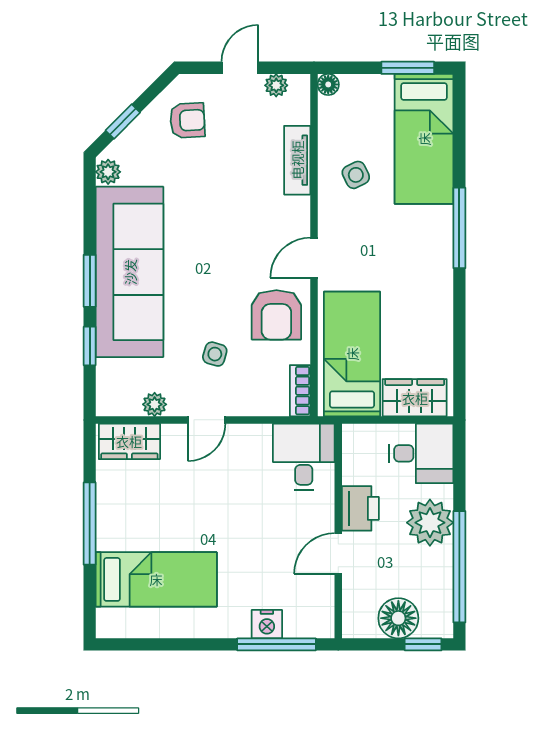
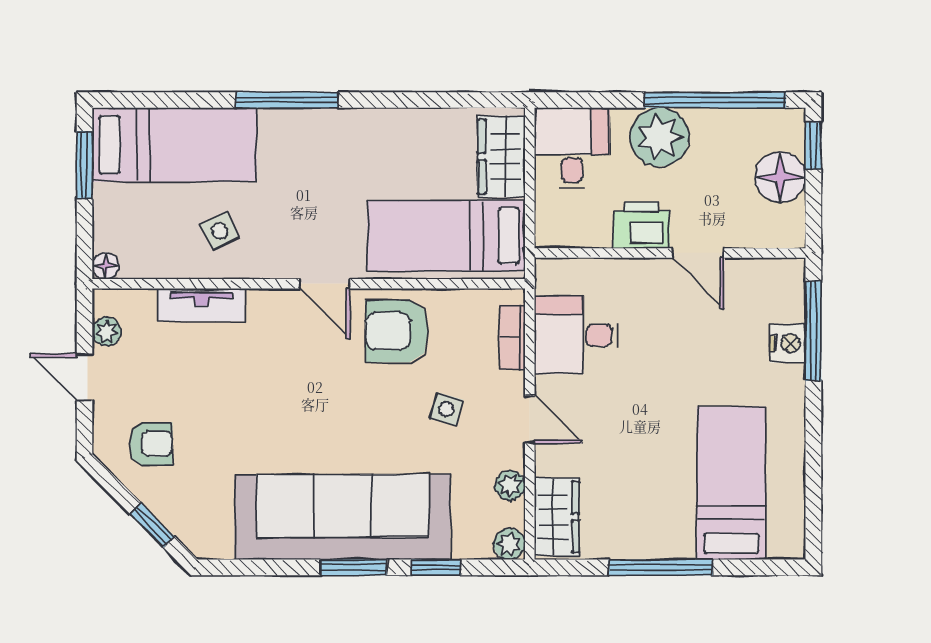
armchair: (187, 120) -> (151, 444), turned 93
plant: (108, 172) -> (509, 544), moved
armchair: (276, 315) -> (397, 331), turned 180
bookcase: (300, 391) -> (512, 337), moved, turned 90
desk: (304, 457) -> (576, 335), moved

